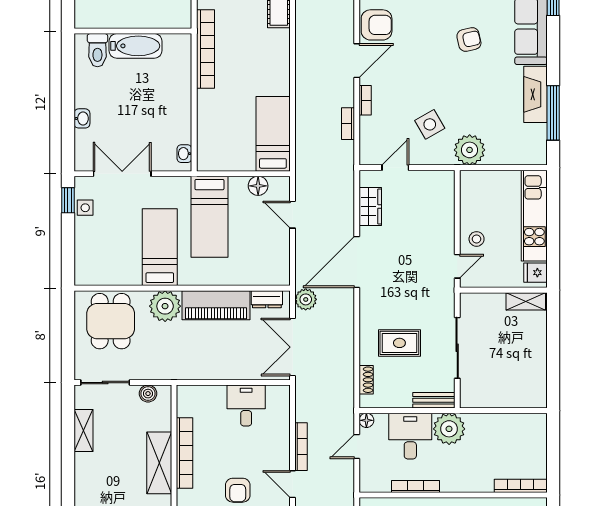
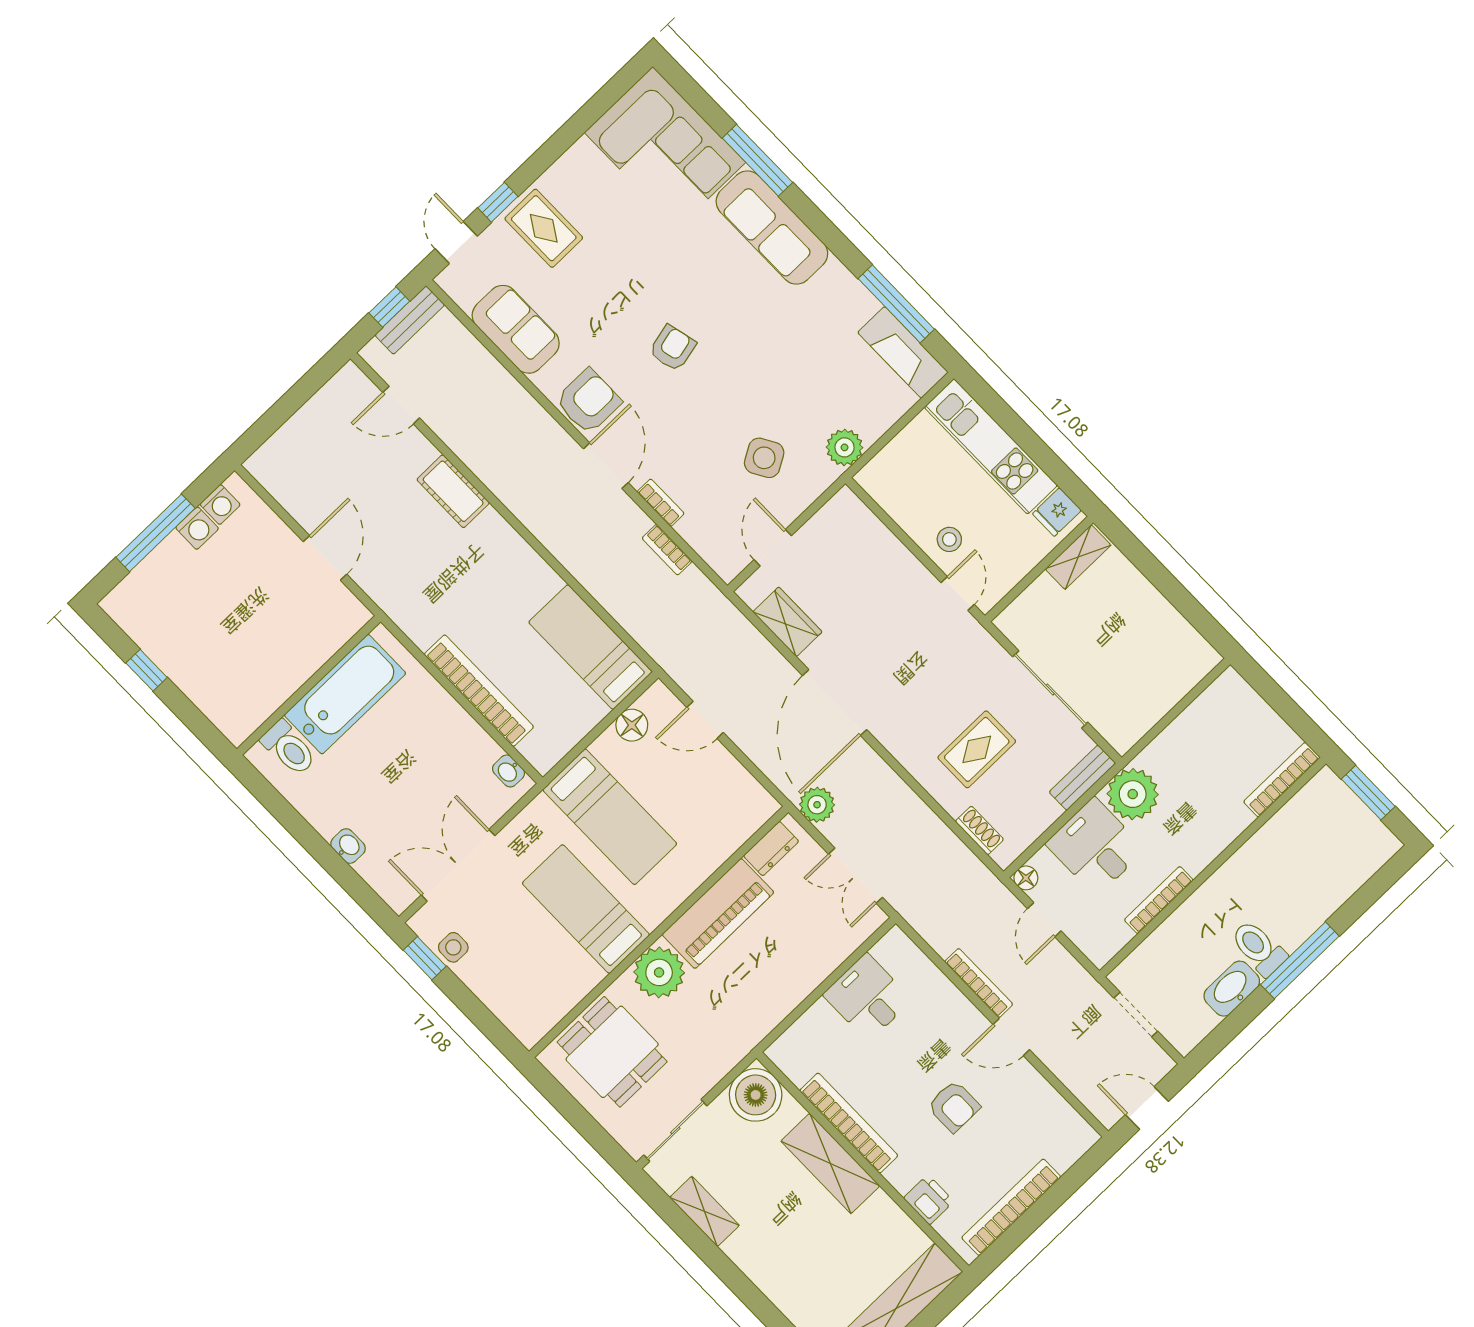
armchair: (469, 40) -> (672, 348), moved
bathtub: (136, 46) -> (345, 694), width x1.36, depth x1.36
bookcase: (205, 49) -> (479, 691), moved
fireplace: (536, 94) -> (903, 352), moved
plant: (470, 150) -> (844, 447), width x0.73, depth x0.73
double door: (293, 347) -> (856, 876), width x0.73
boiler: (148, 394) -> (756, 1095), width x1.86, depth x1.86

